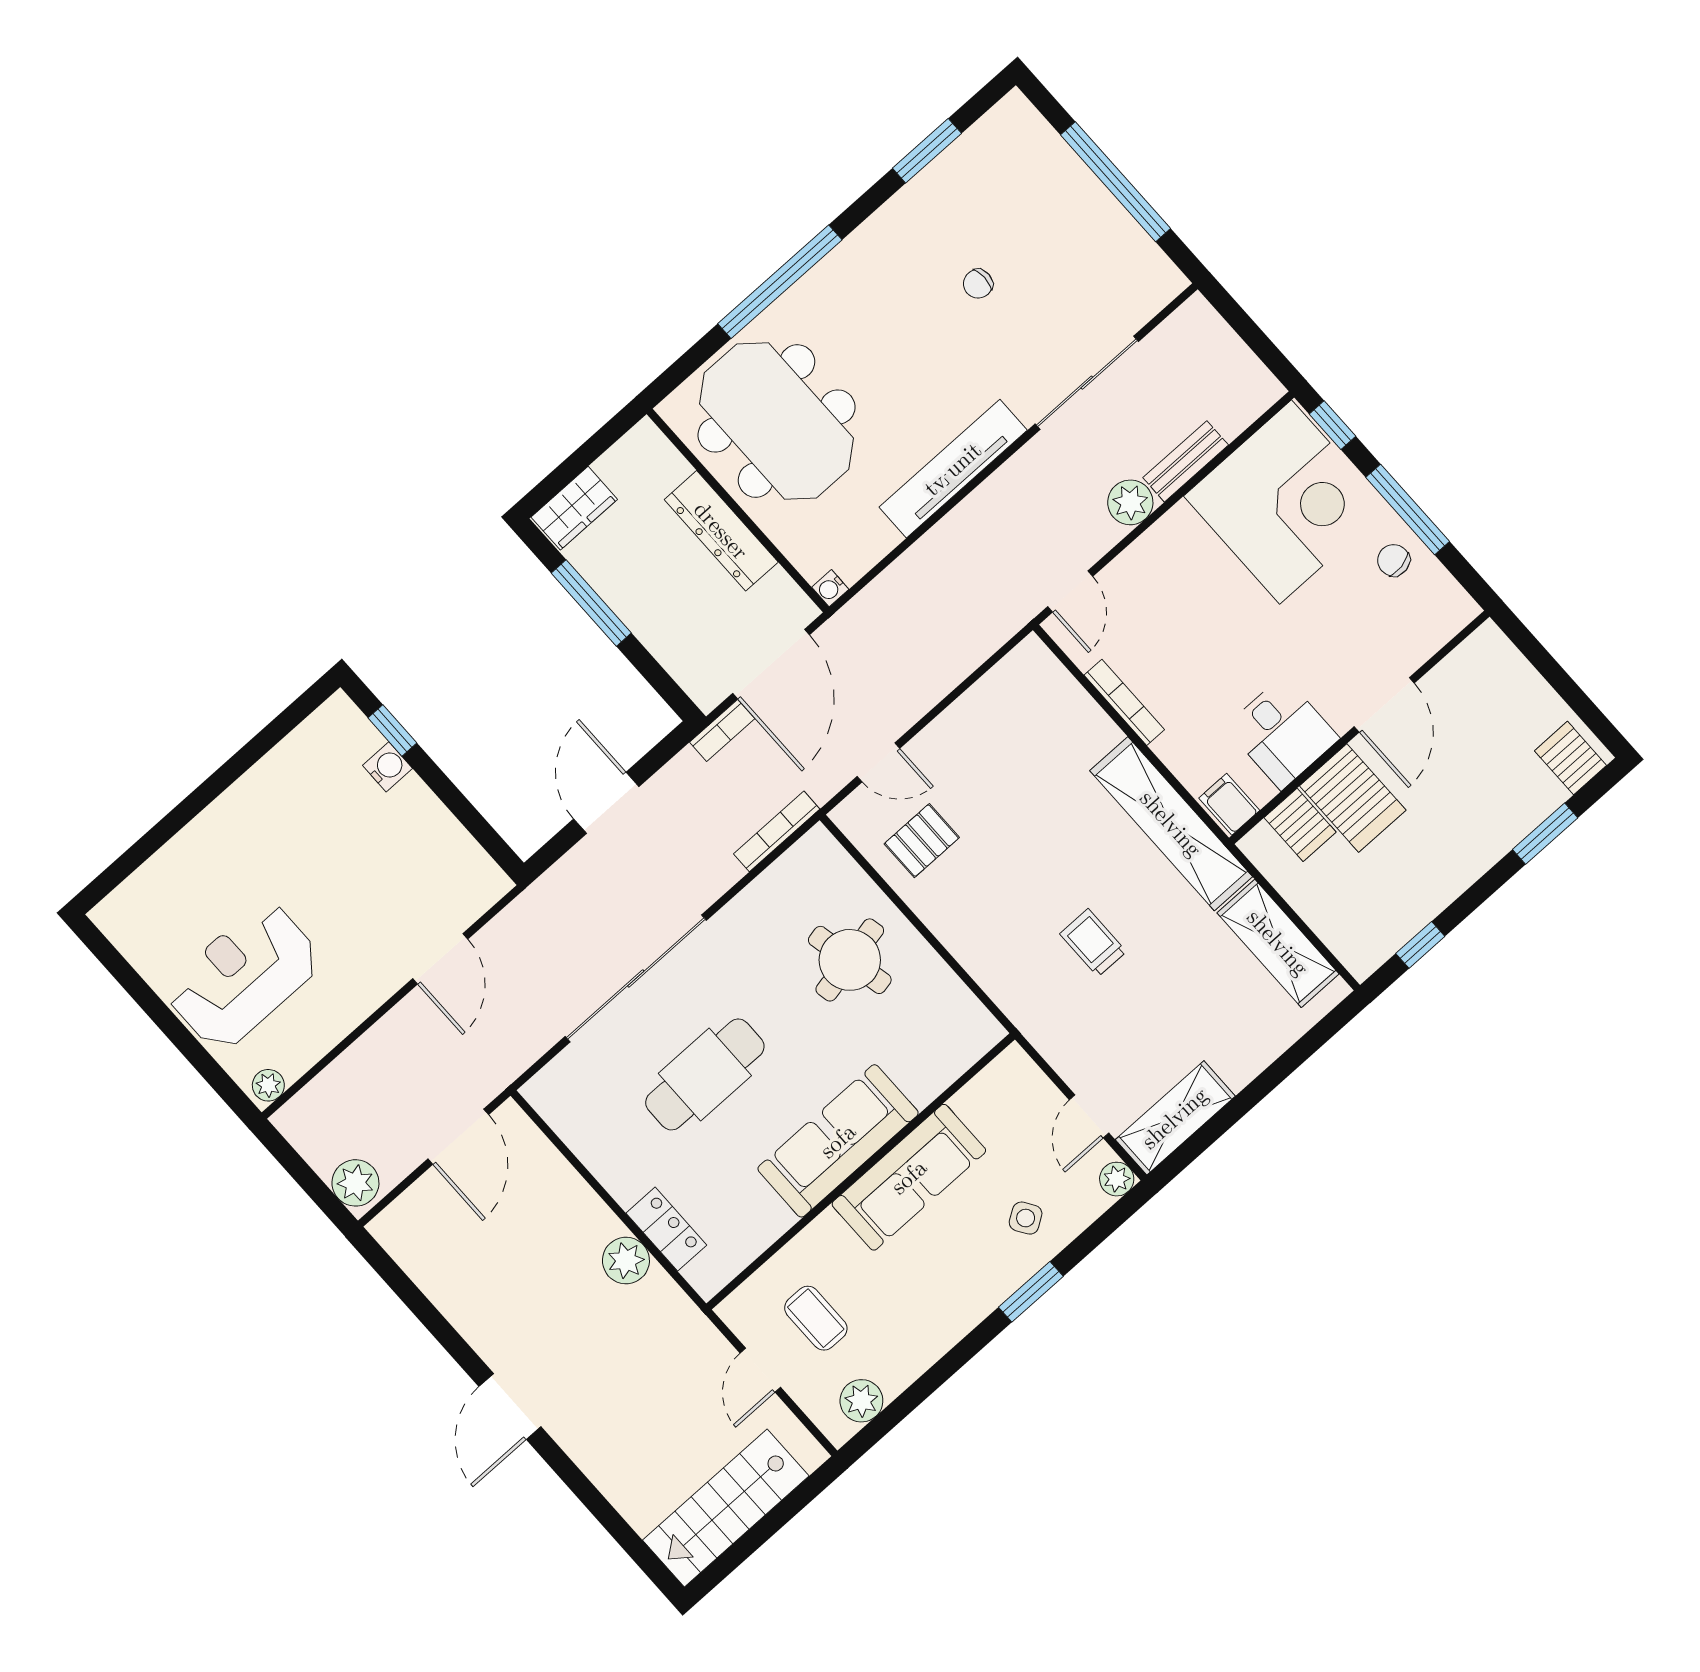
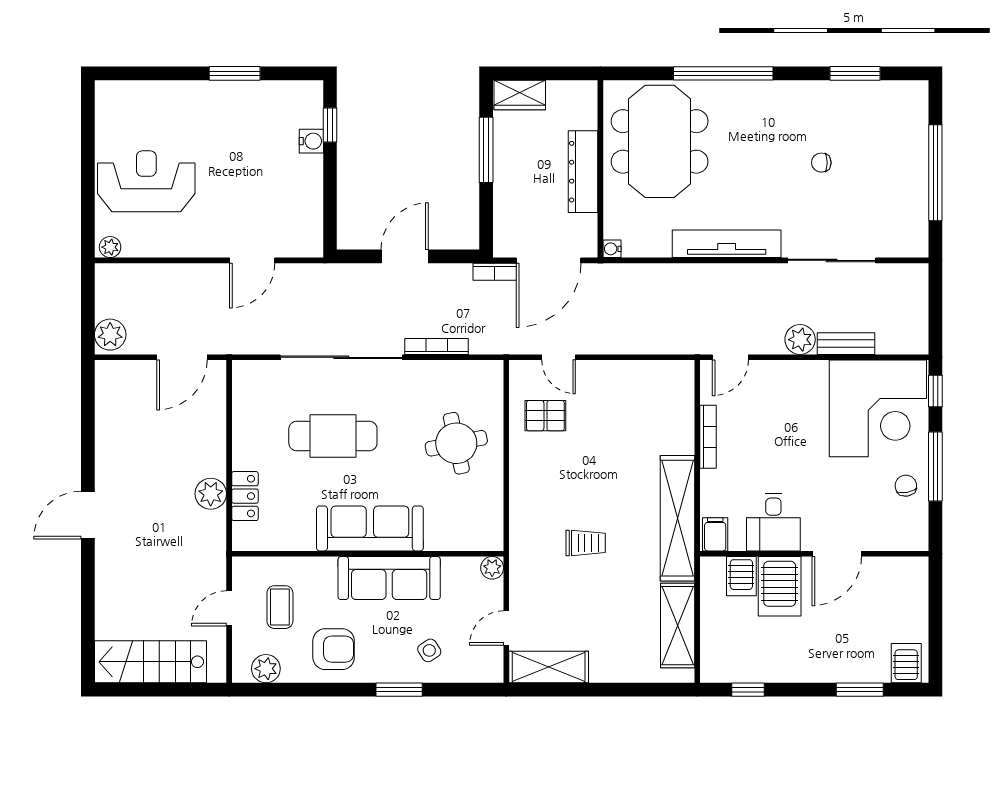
window: (235, 768) -> (235, 73), added
bookcase: (777, 831) -> (437, 346), moved
trolley: (1093, 943) -> (586, 543), turned 90
plant: (1117, 1179) -> (492, 568), moved
armchair: (918, 1312) -> (334, 649), added

